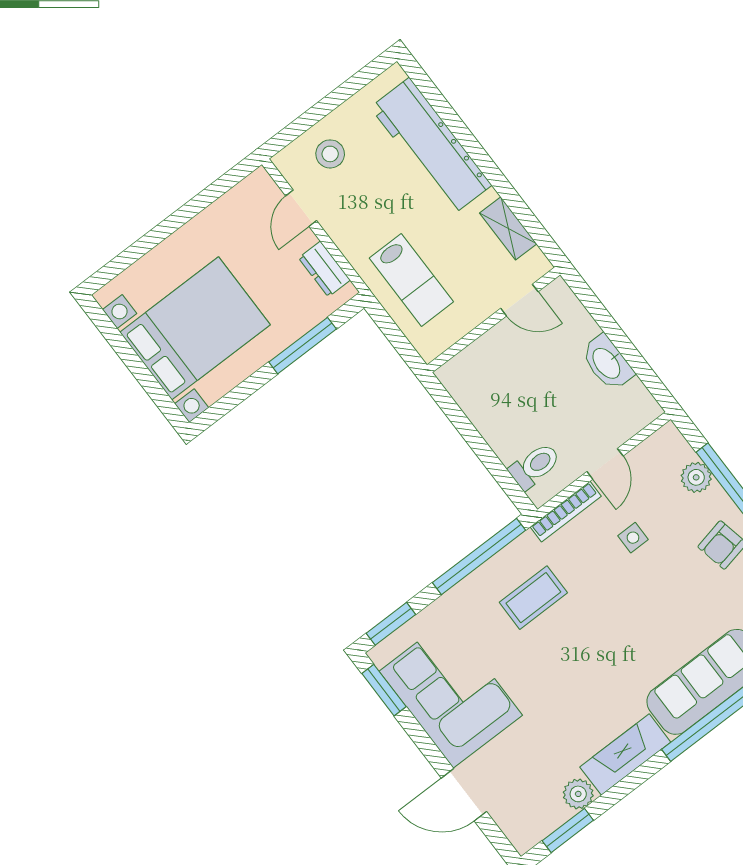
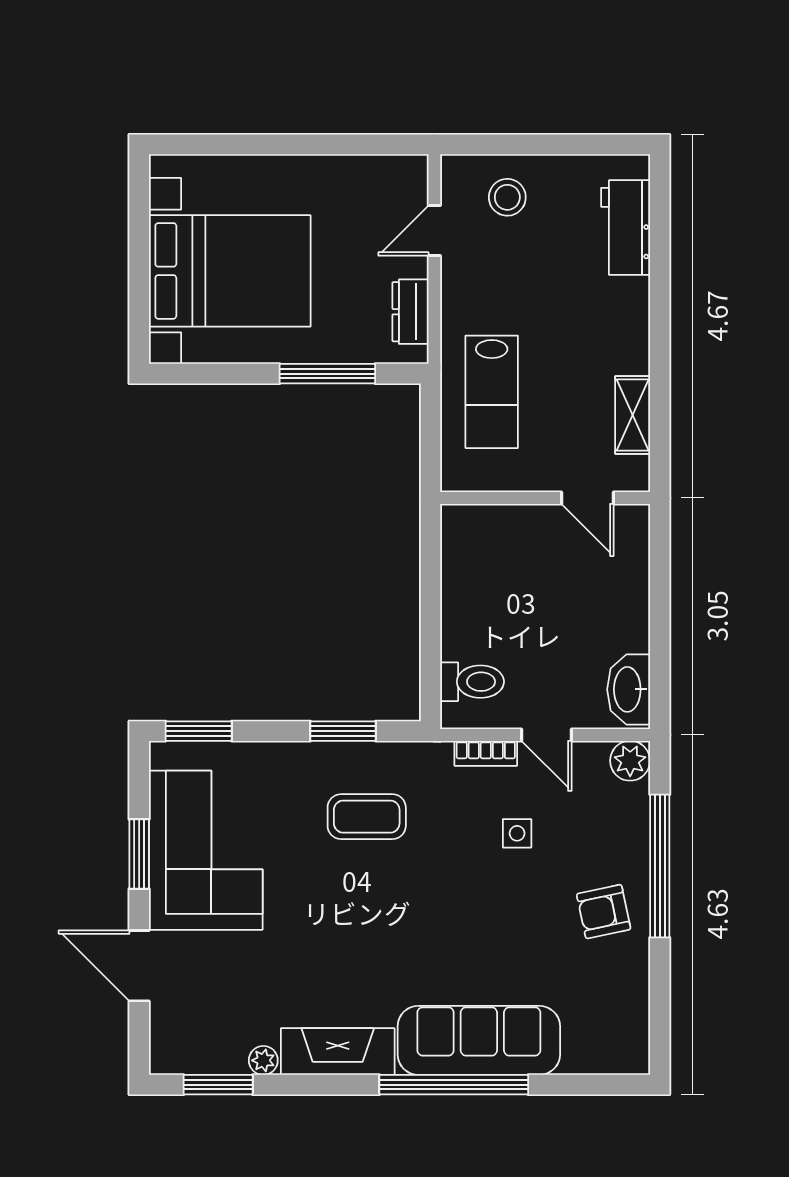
workbench: (431, 146) -> (626, 228), width x0.53, depth x0.76
washbasin: (607, 363) -> (629, 689), moved
door: (605, 464) -> (547, 735), hinge flipped
plant: (696, 477) -> (630, 761), moved
bookcase: (566, 512) -> (486, 753), width x0.64
window: (479, 556) -> (343, 731), width x0.47
window: (384, 690) -> (139, 854), moved
plant: (578, 794) -> (263, 1060), width x0.73, depth x0.73

